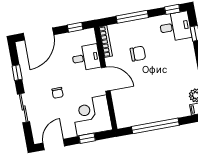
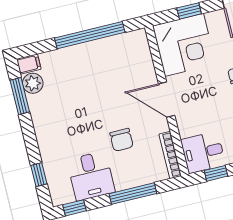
desk: (175, 27) -> (91, 176), moved, turned -90
chair: (138, 54) -> (122, 140), turned -90
desk: (86, 58) -> (203, 152), moved

